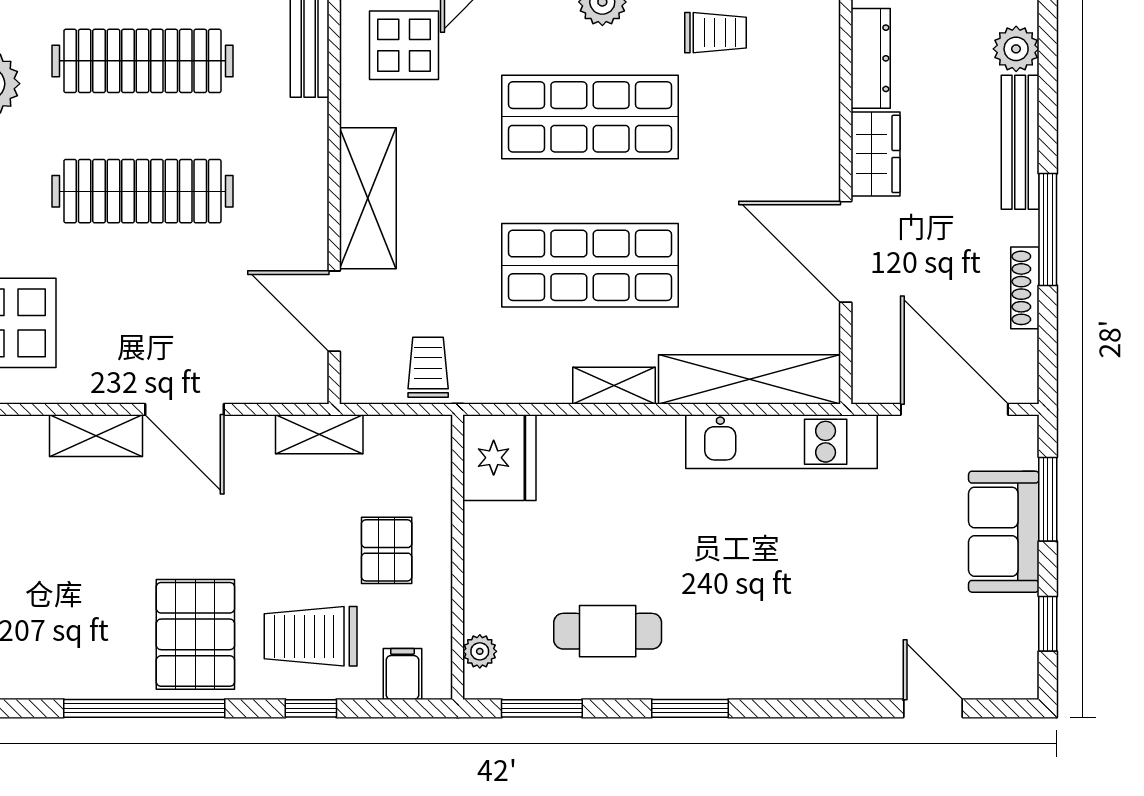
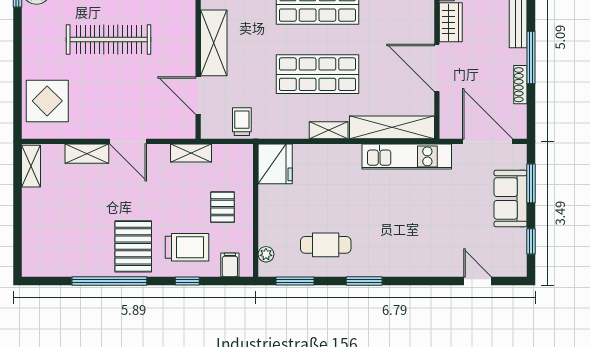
trolley: (311, 636) -> (187, 247), turned 180

